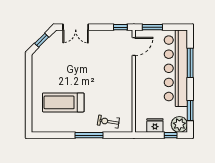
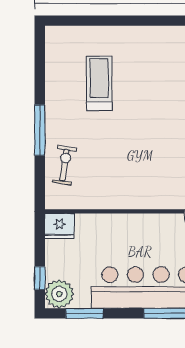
treadmill: (63, 102) -> (99, 83), width x0.73, depth x0.73
fridge: (155, 125) -> (59, 226), moved, turned 90

